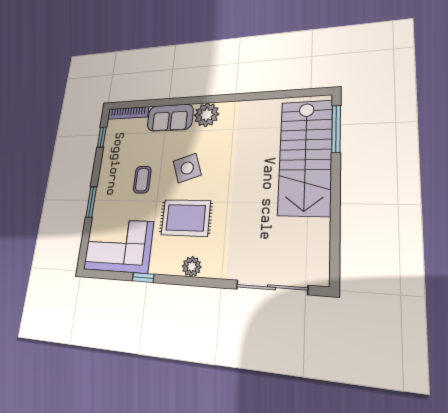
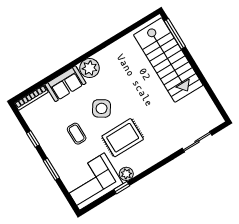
window: (102, 137) -> (33, 139), moved
side table: (187, 168) -> (102, 108), turned -38
plant: (192, 267) -> (126, 174), moved
sliding door: (272, 287) -> (197, 142), width x0.73

